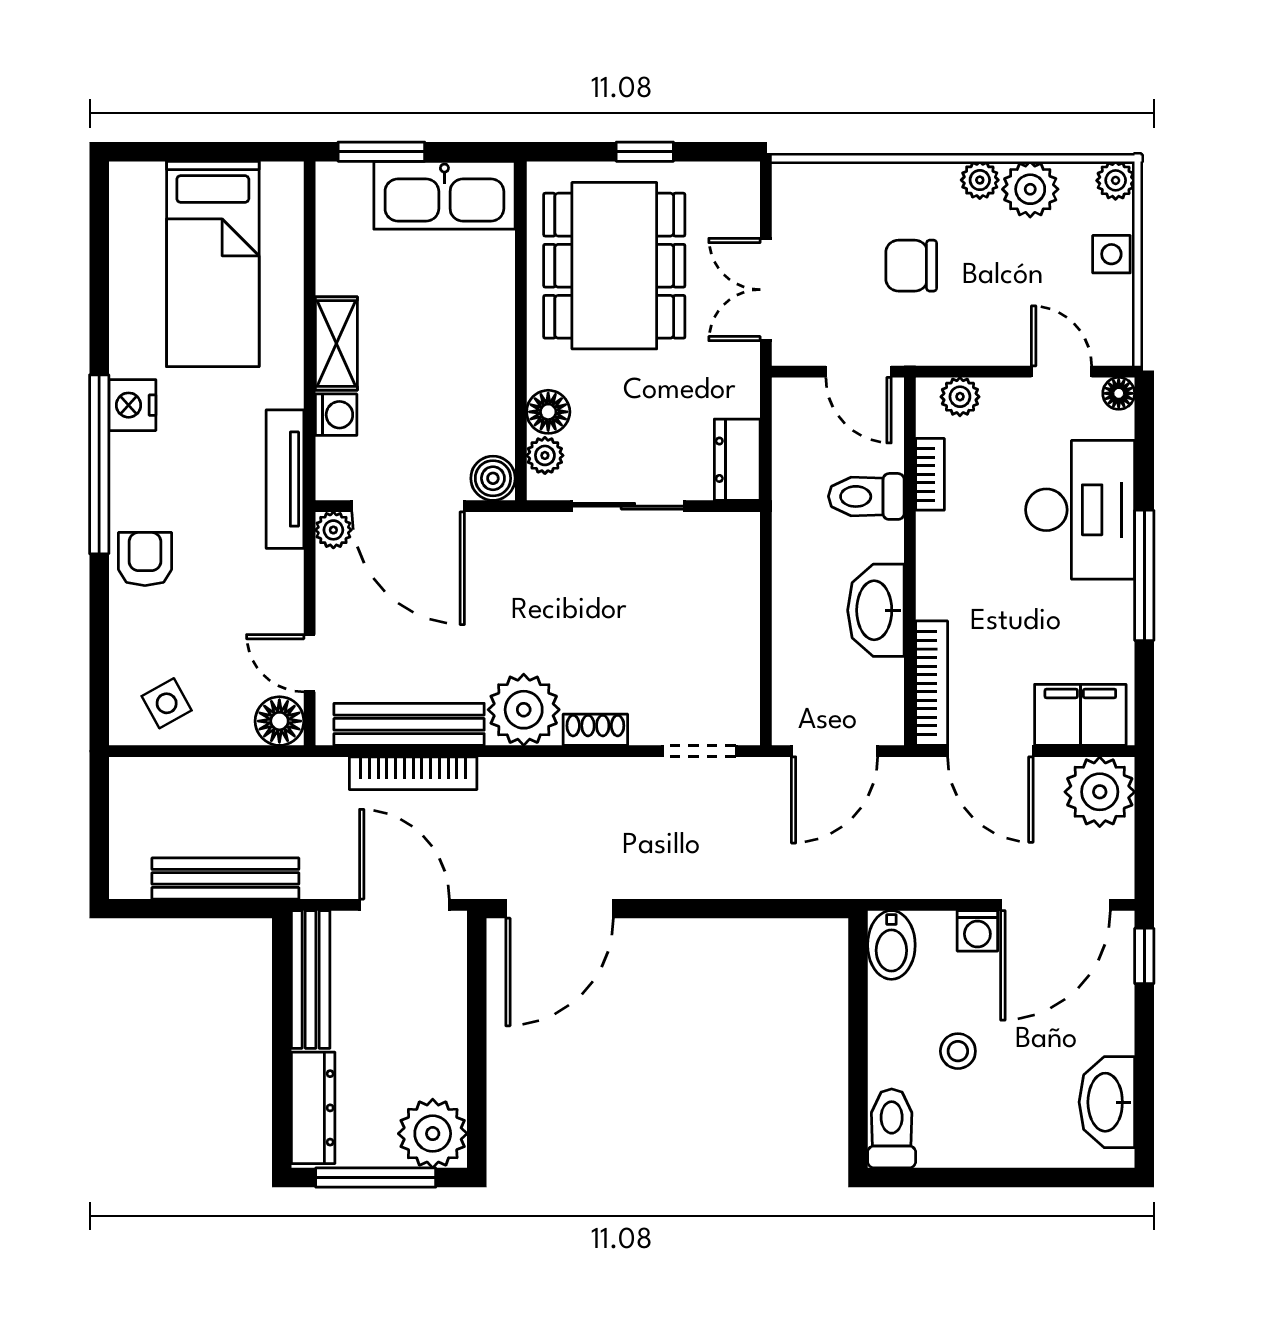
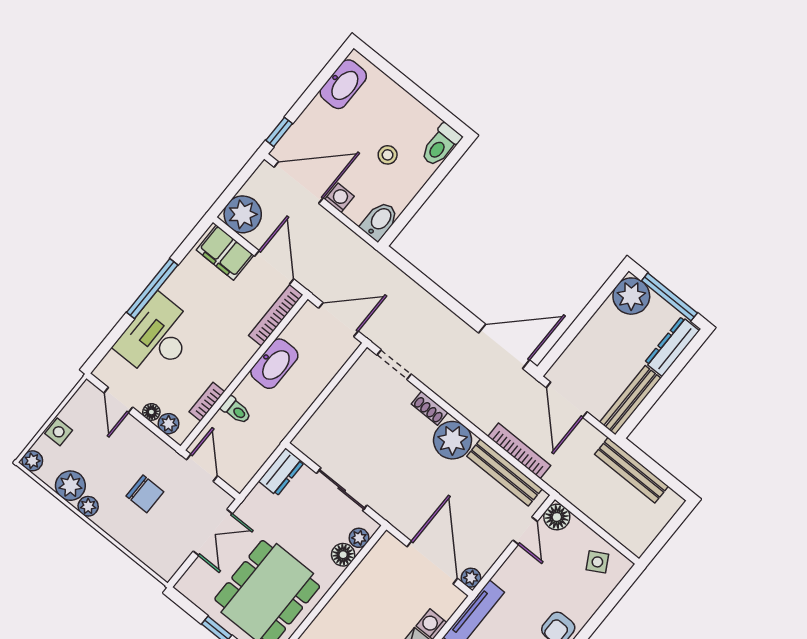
floor lamp: (1119, 393) -> (151, 412), moved
boiler: (493, 478) -> (388, 546), removed
toilet: (866, 496) -> (236, 410), width x0.73, depth x0.72

